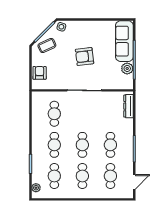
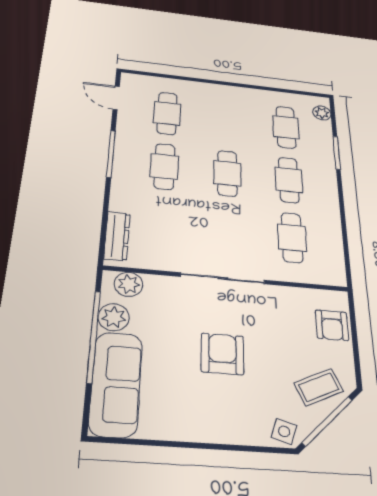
armchair: (85, 56) -> (222, 354), turned -83
plant: (122, 84) -> (129, 284), added
cafe table: (82, 176) -> (227, 120), removed
door: (134, 182) -> (116, 98), hinge flipped

